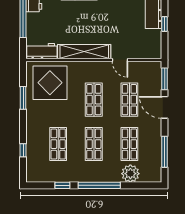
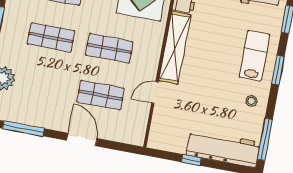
window: (165, 79) -> (119, 146), removed
door: (165, 107) -> (82, 139), hinge flipped
shop shelf: (129, 144) -> (42, 84), removed

